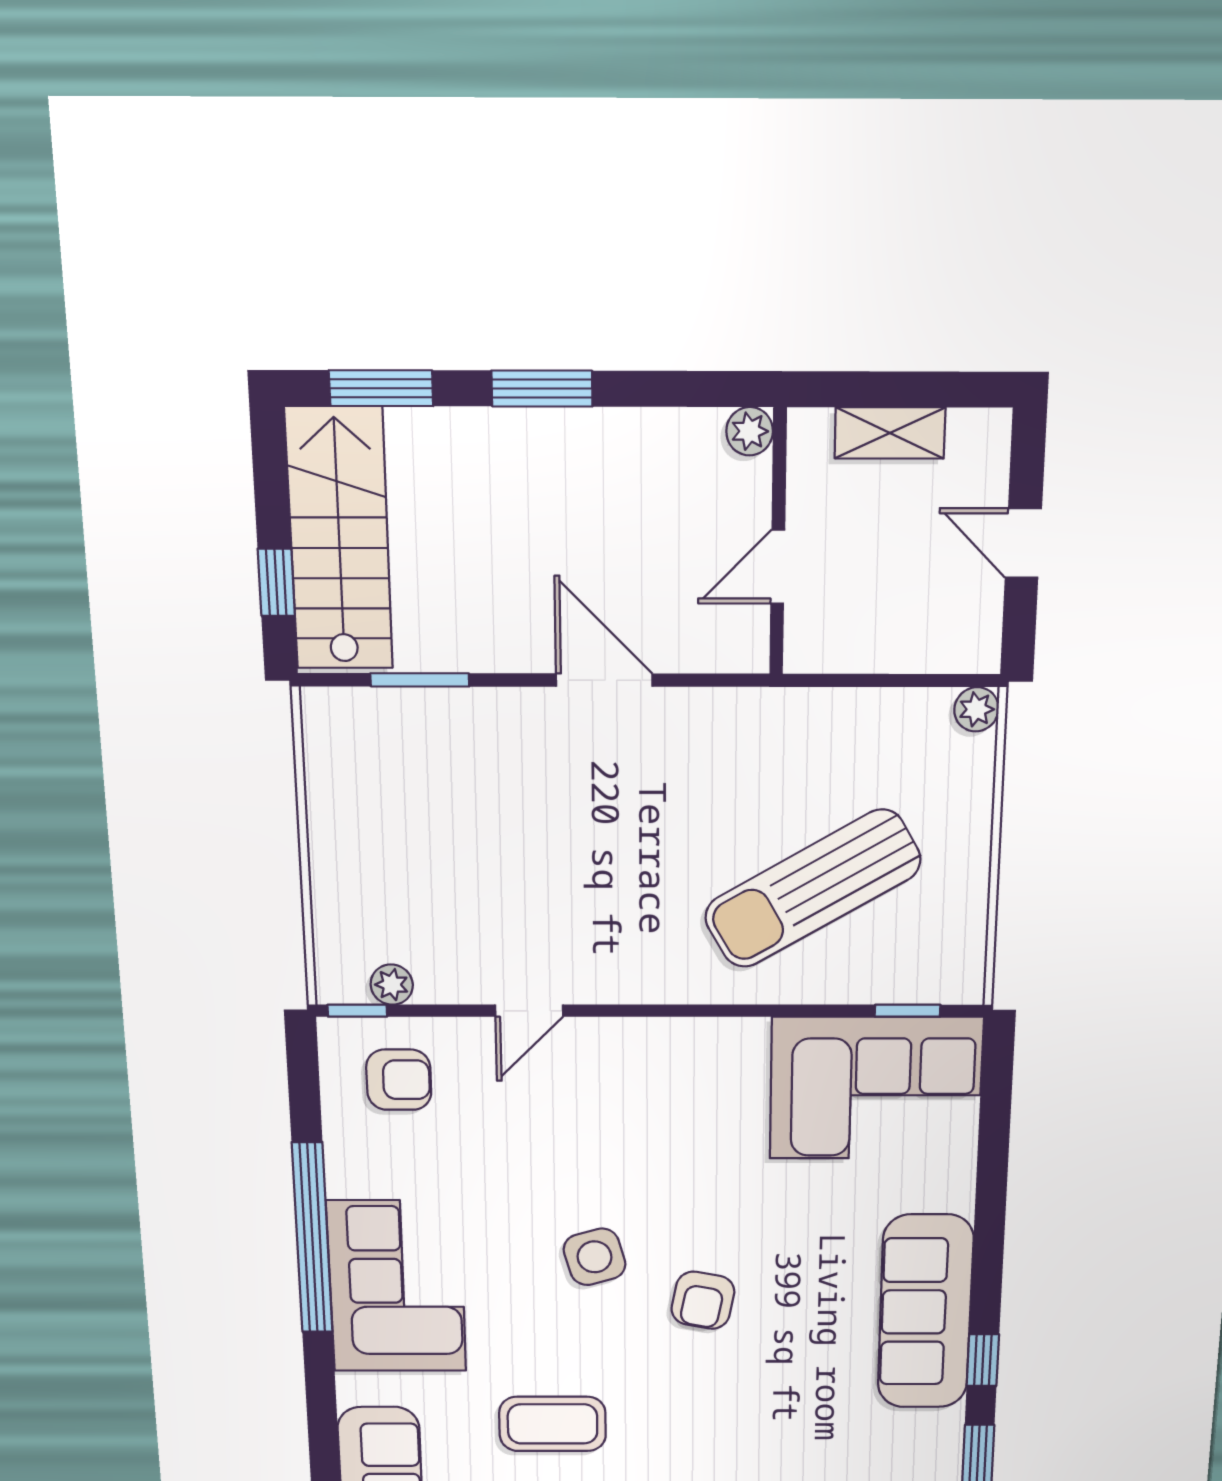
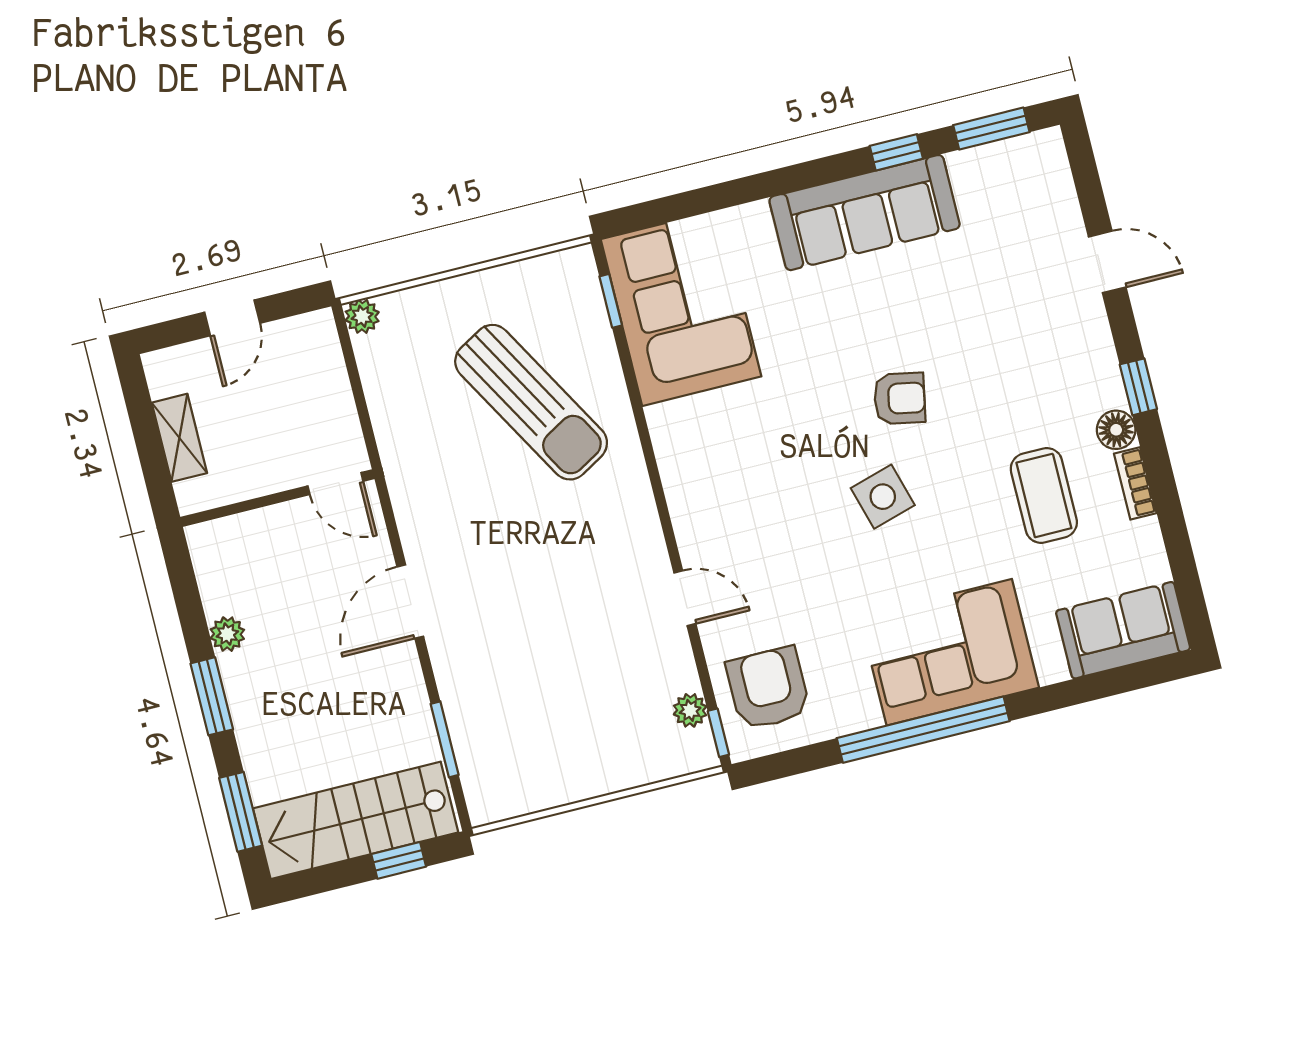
plant: (750, 431) -> (227, 634), moved
door: (778, 567) -> (335, 484), moved
armchair: (399, 1080) -> (768, 688), width x1.38, depth x1.38

